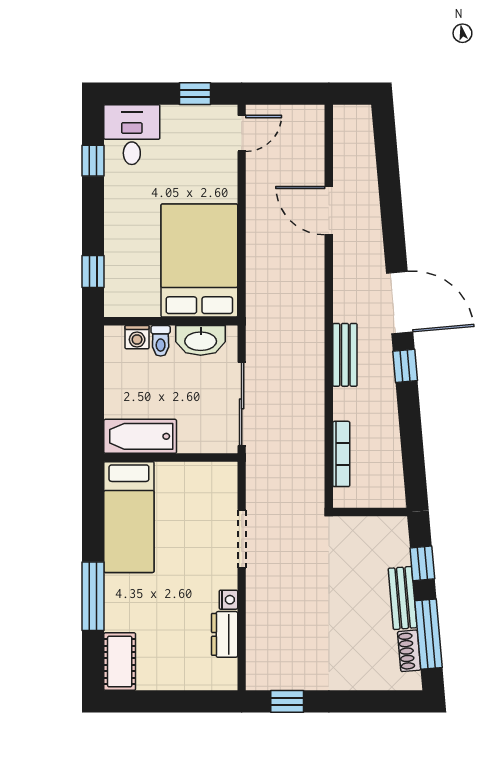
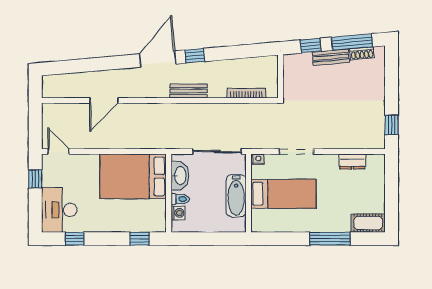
desk: (132, 135) -> (59, 210), width x1.37
bathtub: (140, 436) -> (236, 196), moved
bed: (129, 517) -> (283, 194), moved
nightstand: (228, 600) -> (258, 159), moved

